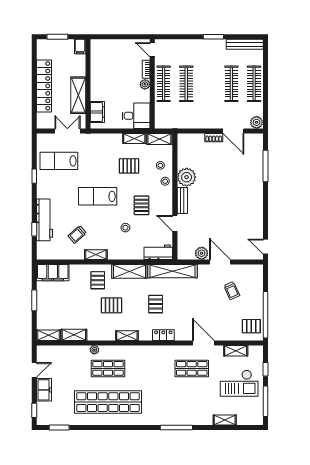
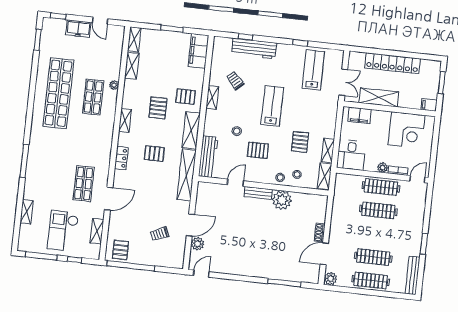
corner desk: (107, 65) -> (407, 130), added
workbench: (158, 252) -> (208, 157), width x1.38
plant: (202, 253) -> (197, 244), moved

